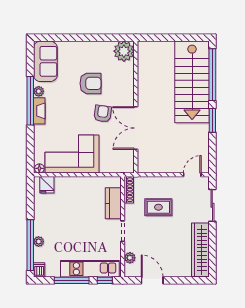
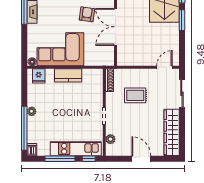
kitchen counter: (113, 203) -> (68, 75), moved, turned -90
plant: (39, 242) -> (32, 111), moved
door: (152, 280) -> (141, 159), moved

